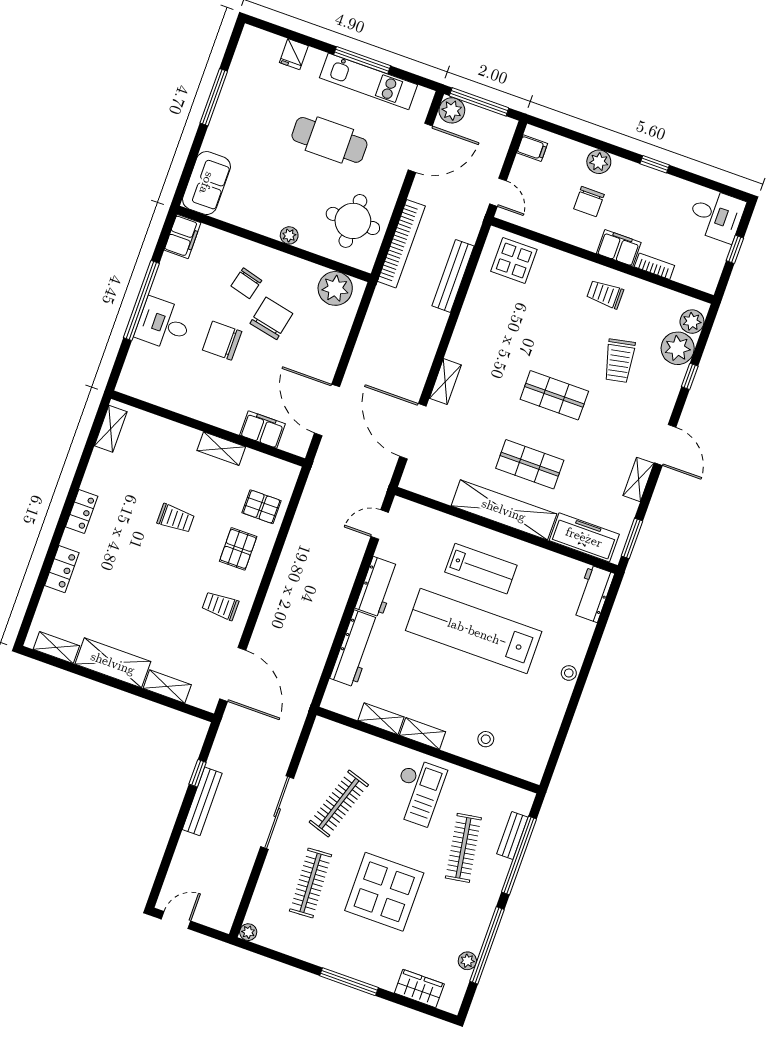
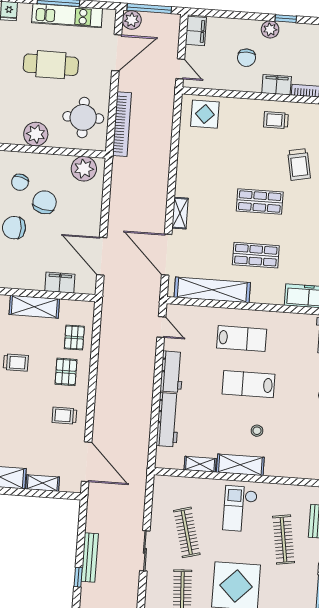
filing cabinet: (532, 148) -> (196, 31), width x2.00
plant: (599, 162) -> (270, 29), moved
plant: (289, 235) -> (36, 134), width x1.88, depth x1.88
bench: (453, 276) -> (165, 137), removed
shelving: (221, 449) -> (34, 307), width x1.50, depth x1.33
pallet: (262, 507) -> (74, 337), turned 90
shelving: (504, 510) -> (212, 290), moved
door: (380, 525) -> (161, 327), swing flipped
lab bench: (474, 631) -> (249, 384), width x0.54, depth x0.72
shelving: (423, 733) -> (240, 465), width x1.50, depth x1.33
stool: (486, 739) -> (257, 431), moved
window: (198, 773) -> (78, 577), moved
checkout: (417, 792) -> (240, 509), turned 180
clothes rail: (339, 804) -> (187, 532), turned -33
sliding door: (277, 813) -> (145, 551), width x0.73

